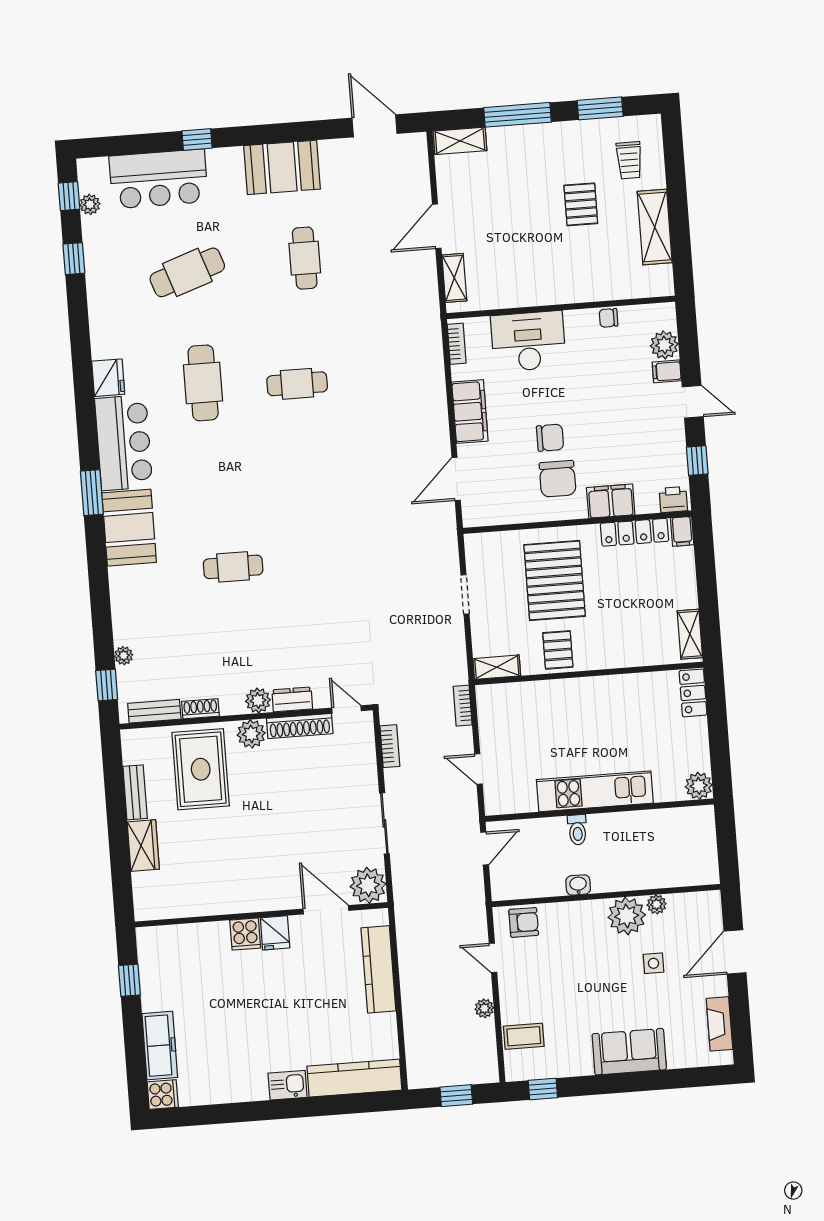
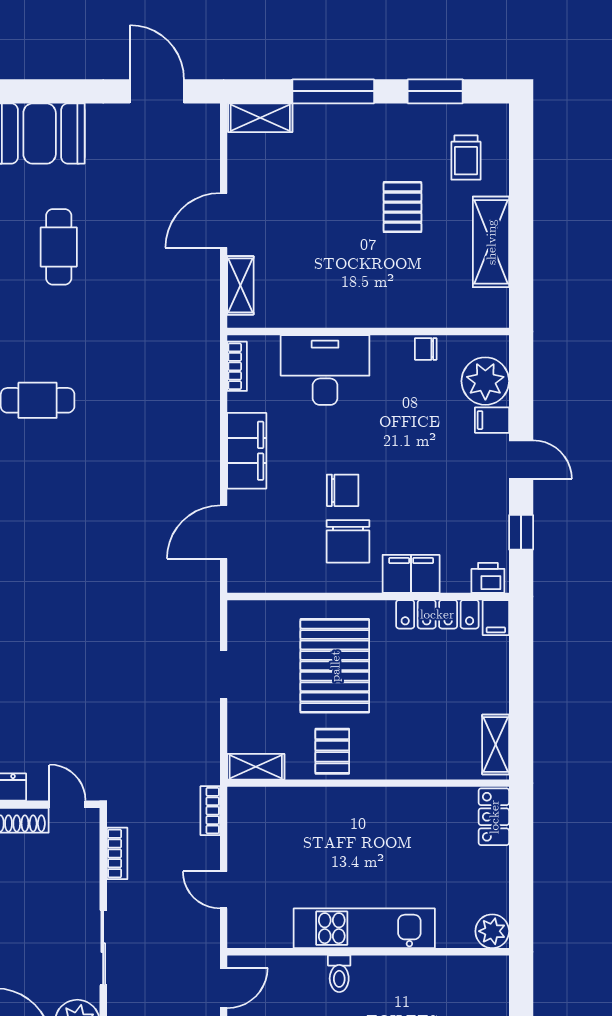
plant: (664, 345) -> (485, 381), width x1.36, depth x1.36

